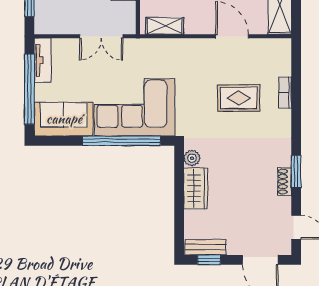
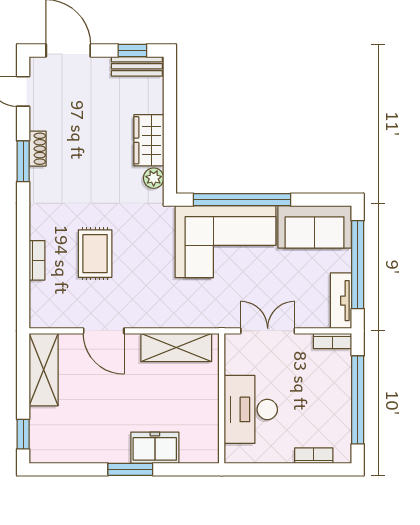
shelving: (165, 26) -> (176, 347), width x1.50, depth x1.33
bookcase: (49, 28) -> (332, 341), added
rug: (239, 98) -> (95, 254), turned 90

